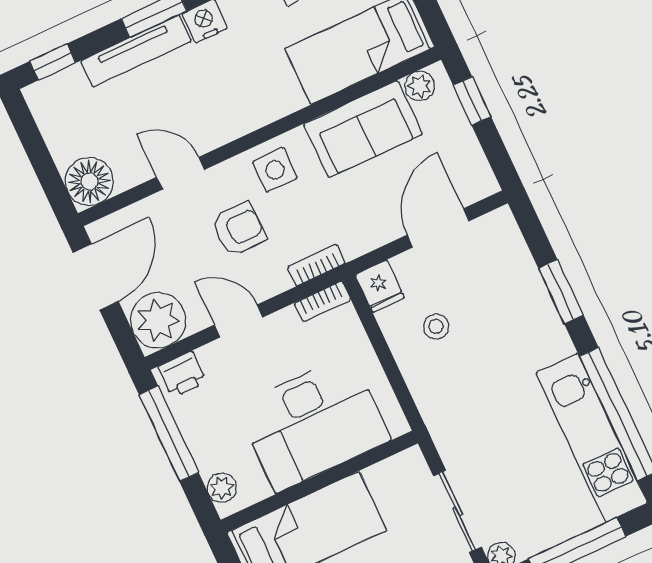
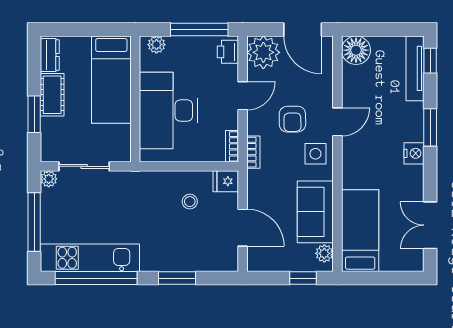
tv unit: (136, 51) -> (415, 68), moved
door: (181, 173) -> (337, 122), moved

